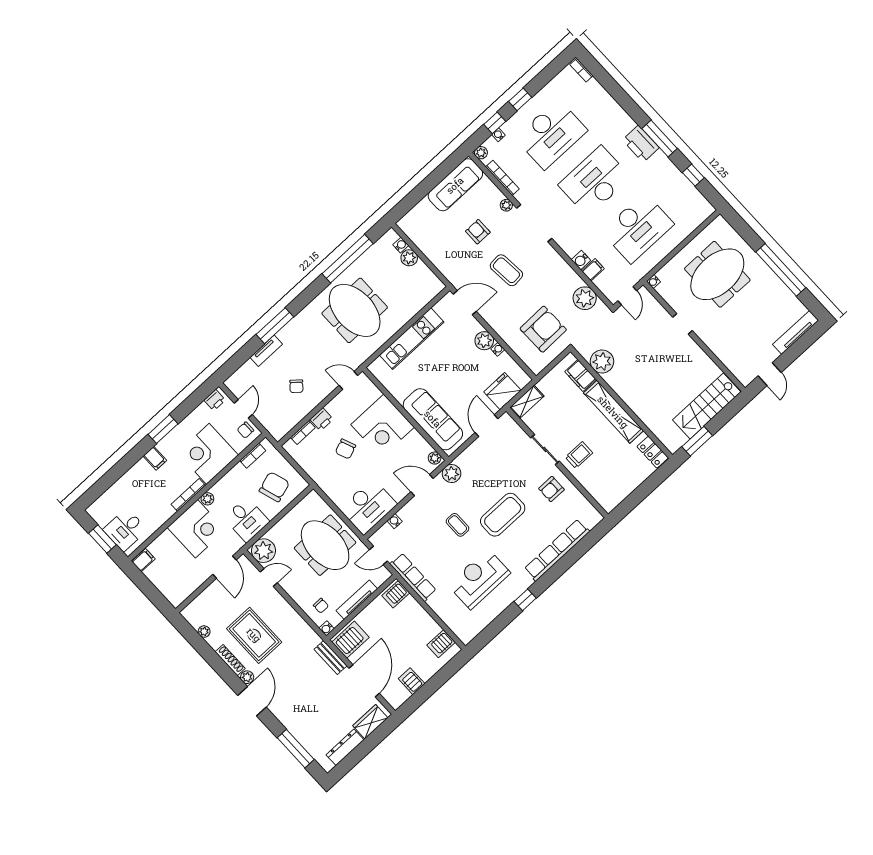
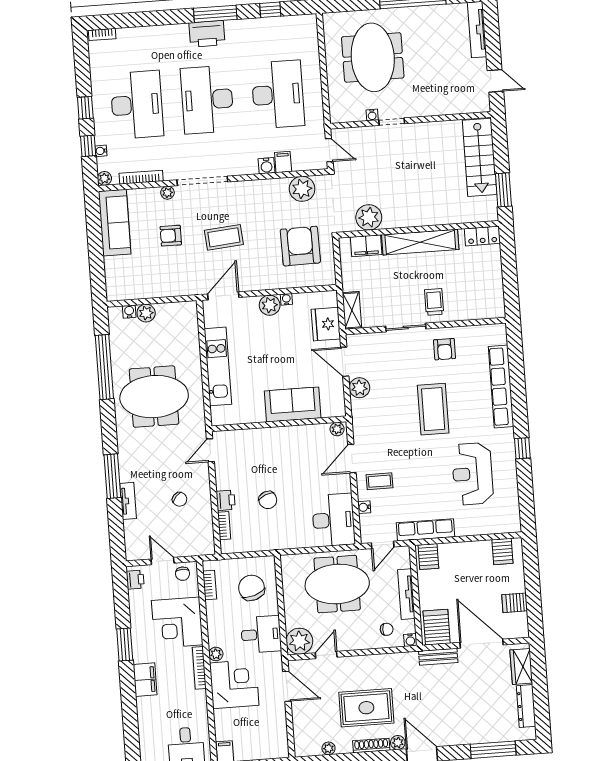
water cooler: (654, 282) -> (372, 115), moved
sofa: (433, 419) -> (293, 404), width x0.73
corner desk: (383, 426) -> (273, 452), removed
filing cabinet: (155, 458) -> (145, 680), width x2.00
plant: (452, 473) -> (359, 388), moved
coffee table: (458, 525) -> (380, 481), moved

